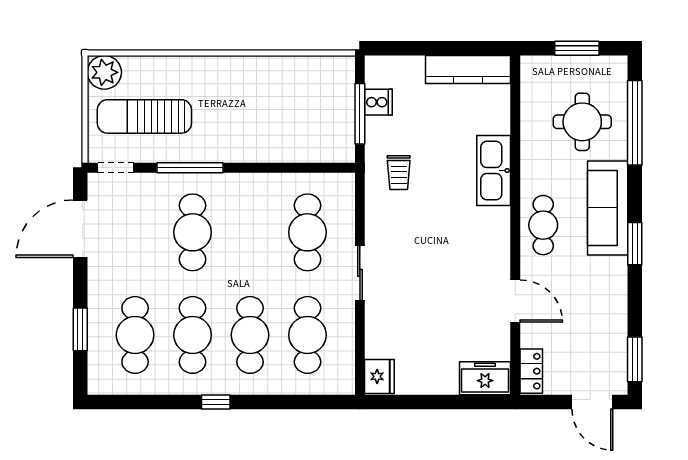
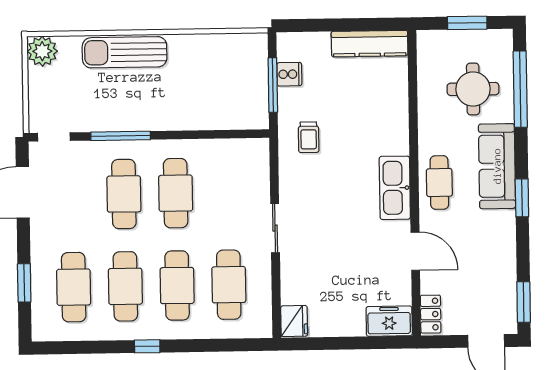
sun lounger: (144, 116) -> (125, 52), moved
kitchen sink: (494, 170) -> (395, 188), moved
cafe table: (307, 232) -> (176, 193), moved

